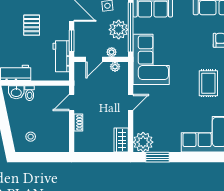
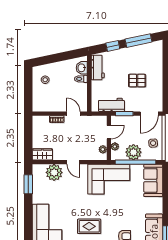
door: (94, 59) -> (109, 132), swing flipped
plant: (143, 142) -> (54, 172), moved

